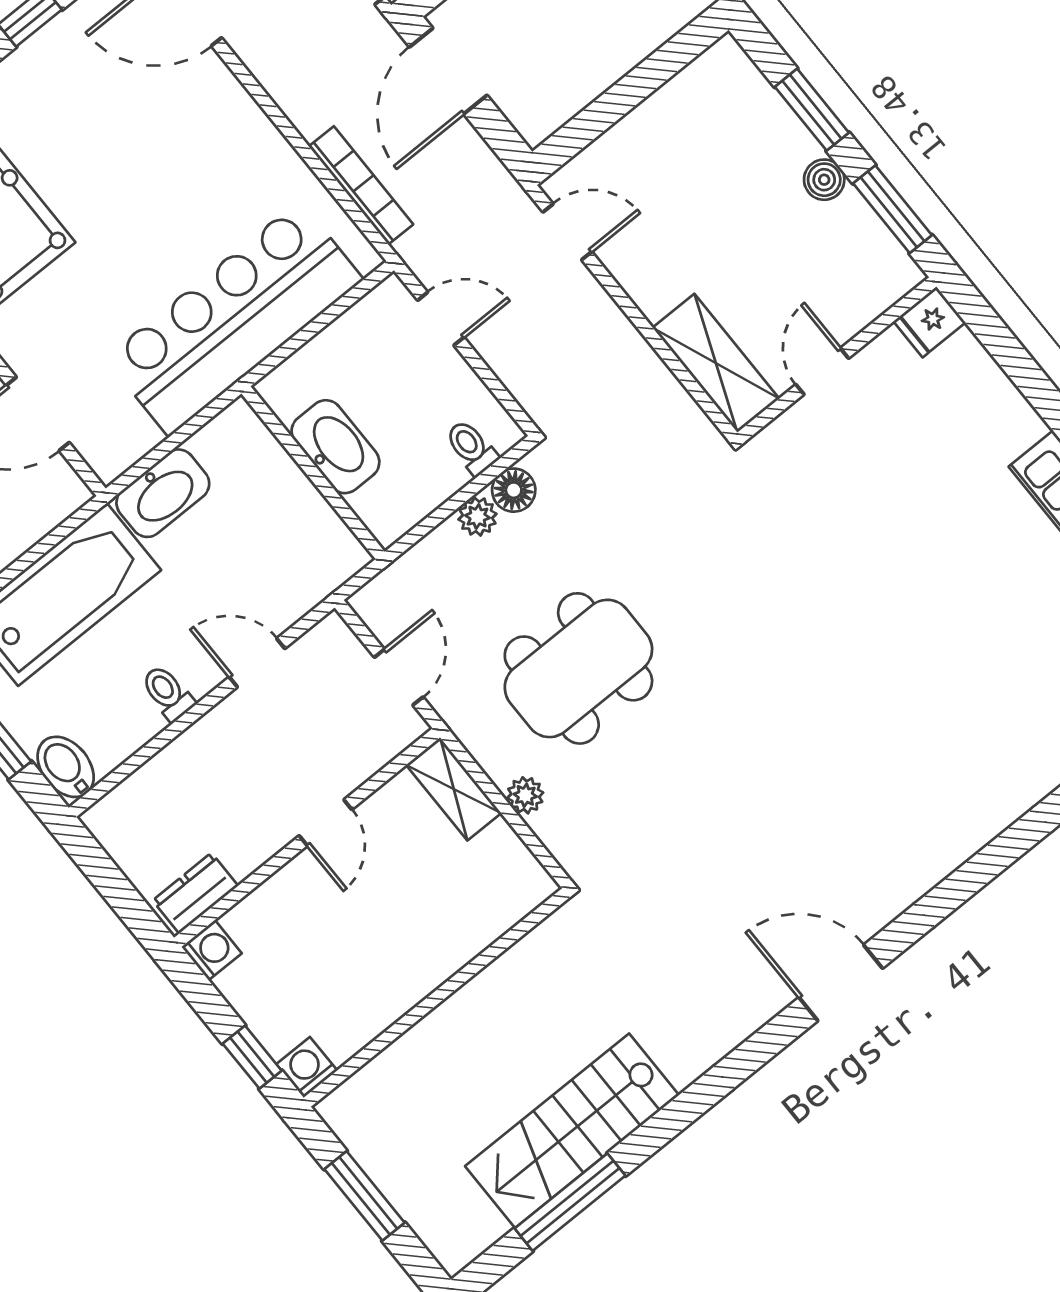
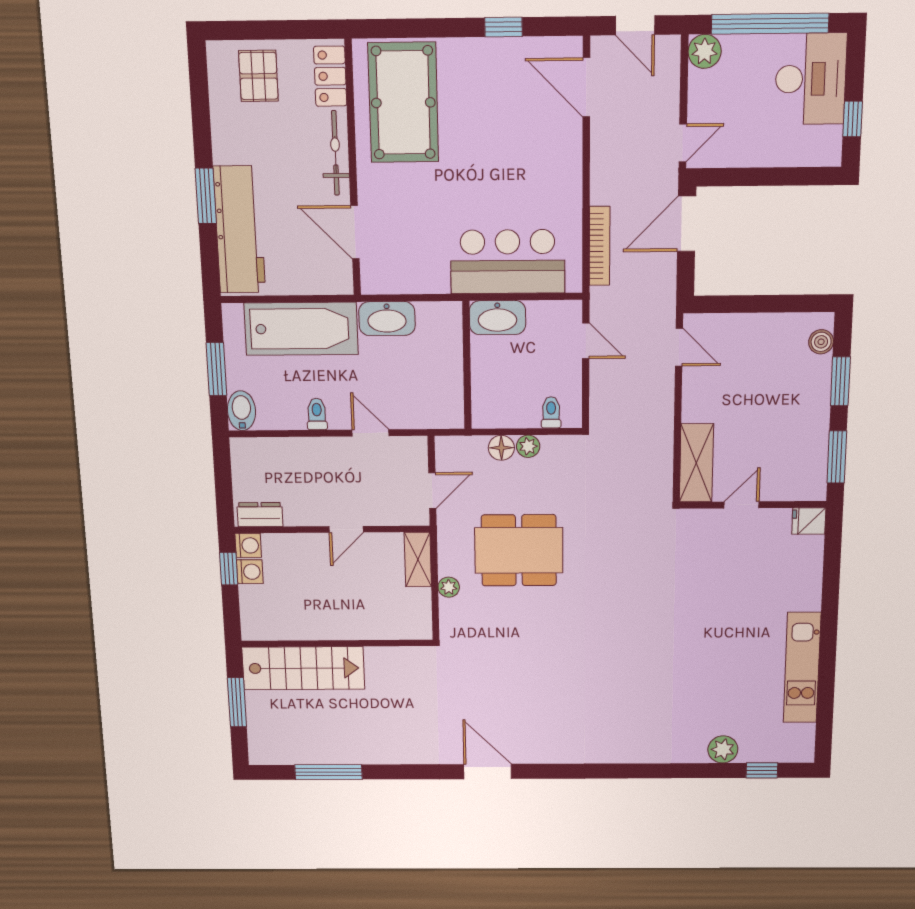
boiler: (824, 180) -> (821, 342), moved
bar counter: (234, 319) -> (508, 262), width x0.73
washbasin: (335, 447) -> (497, 318), moved, turned 90
floor lamp: (514, 490) -> (501, 448), moved
door: (841, 983) -> (488, 771), moved
window: (252, 1057) -> (229, 569), moved
washing machine: (307, 1067) -> (250, 572), moved, turned 90
stairs: (572, 1131) -> (303, 668), moved, turned 180

